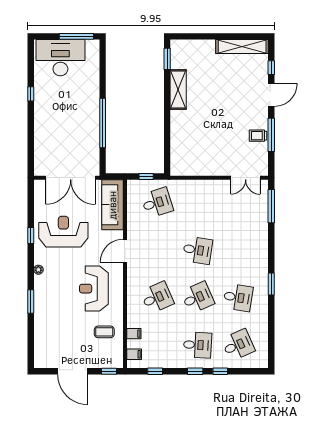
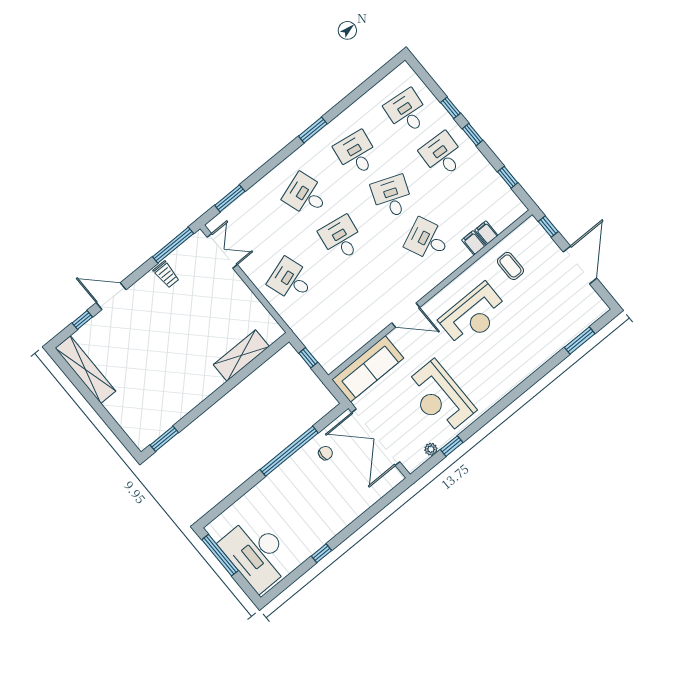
shelving: (178, 90) -> (241, 355), moved
window: (271, 135) -> (173, 245), moved
chair: (85, 142) -> (325, 453), added
double door: (71, 178) -> (376, 437), swing flipped
desk: (157, 203) -> (291, 280), moved
window: (271, 206) -> (230, 198), width x0.69
window: (31, 236) -> (452, 446), moved
desk: (238, 250) -> (306, 195), added
plant: (38, 270) -> (431, 449), moved
desk: (198, 298) -> (392, 197), turned 45
window: (31, 301) -> (580, 340), moved
desk: (238, 345) -> (407, 112), turned 30
filing cabinet: (134, 354) -> (474, 243), moved

